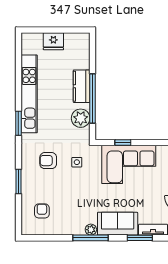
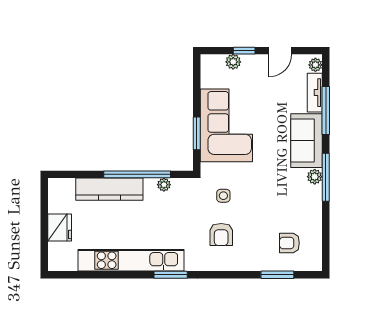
kitchen counter: (82, 86) -> (109, 189), width x1.50
plant: (81, 118) -> (164, 185), width x0.53, depth x0.53
window: (123, 142) -> (197, 133), width x1.50
window: (18, 182) -> (277, 275), moved
window: (140, 238) -> (326, 110), width x1.44

